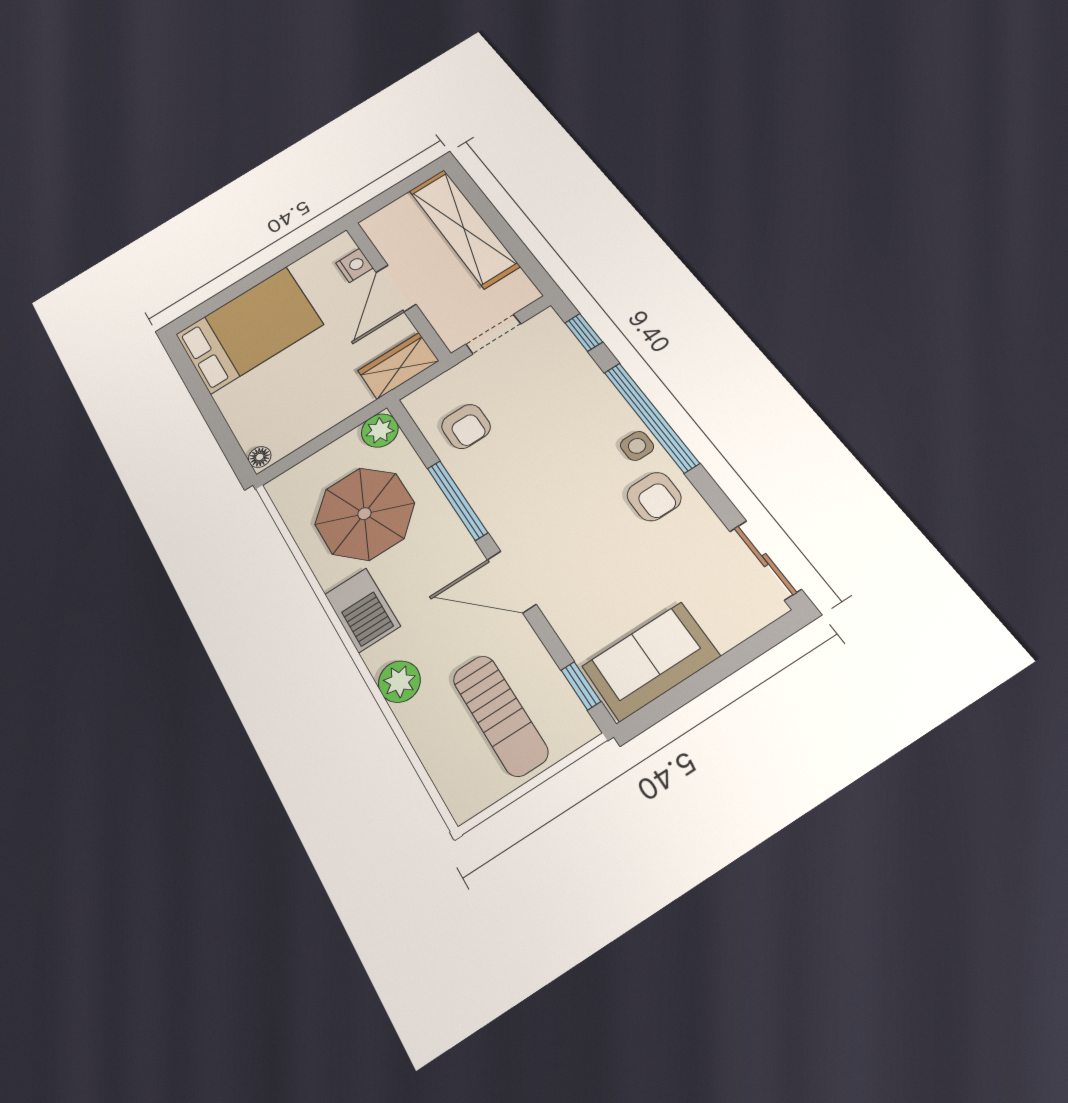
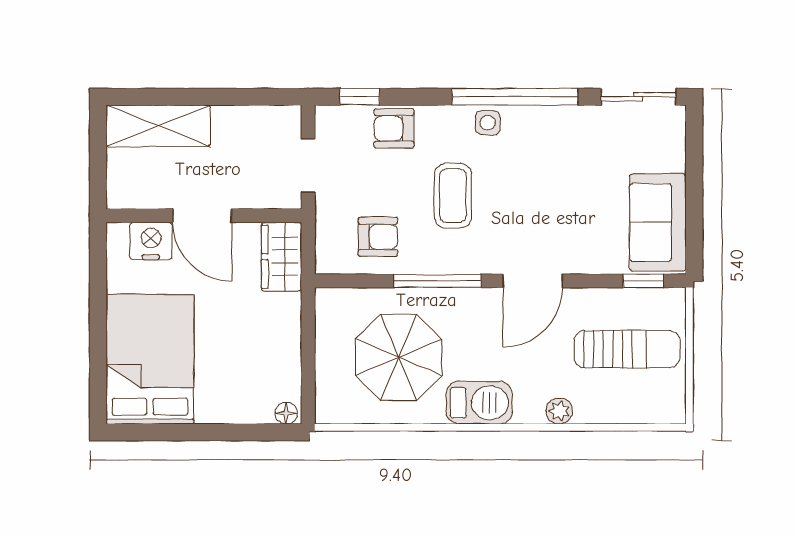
shelving: (464, 228) -> (158, 126), width x0.68
nightstand: (354, 265) -> (151, 241), width x1.36, depth x1.33
window: (651, 417) -> (515, 97), moved
plant: (380, 430) -> (332, 305), removed
coffee table: (547, 462) -> (453, 196), added
armchair: (654, 497) -> (394, 128), moved, turned 180
plant: (399, 682) -> (559, 411), width x0.73, depth x0.73

